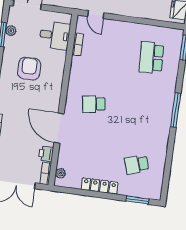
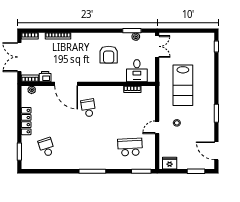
door: (96, 15) -> (157, 127), moved
armchair: (29, 69) -> (109, 55), turned 90
door: (59, 128) -> (66, 84), swing flipped

